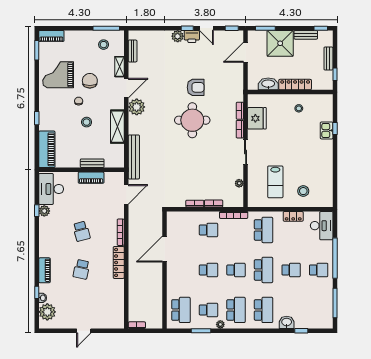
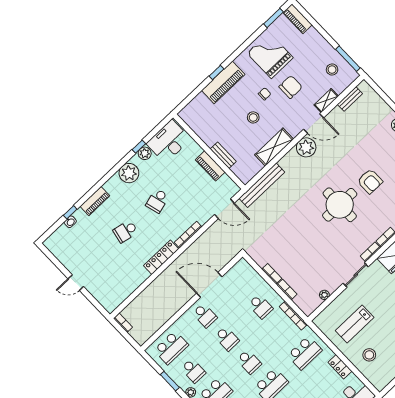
piano: (47, 149) -> (223, 82), moved
school desk: (181, 270) -> (205, 315), added
plant: (47, 312) -> (129, 173), moved

